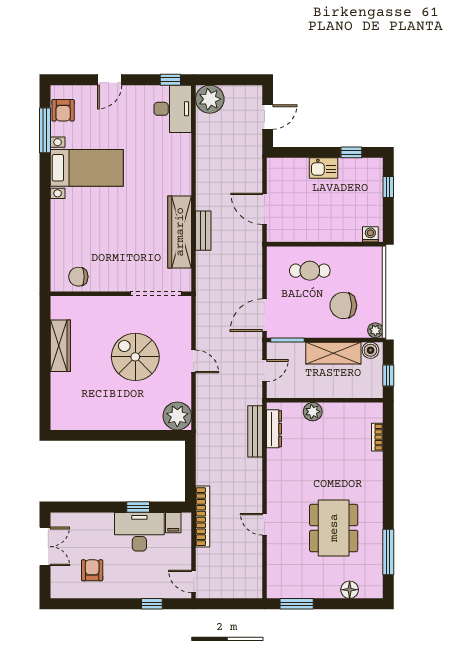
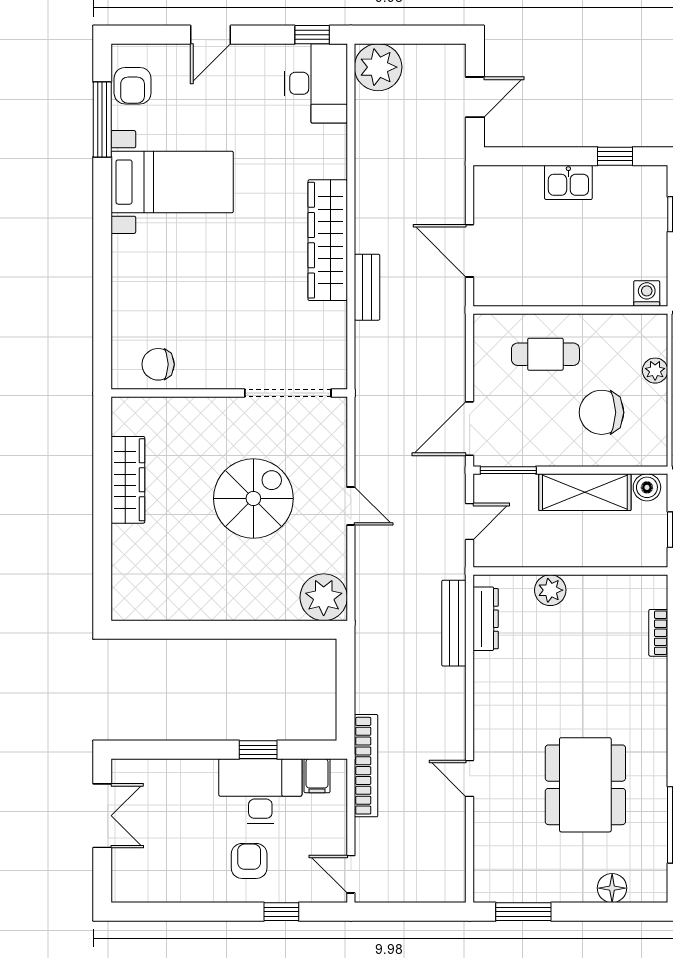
wardrobe: (180, 232) -> (328, 240), moved
plant: (375, 330) -> (655, 371), moved
spiral stairs: (135, 357) -> (253, 498), turned 90
armchair: (92, 570) -> (249, 861), moved

